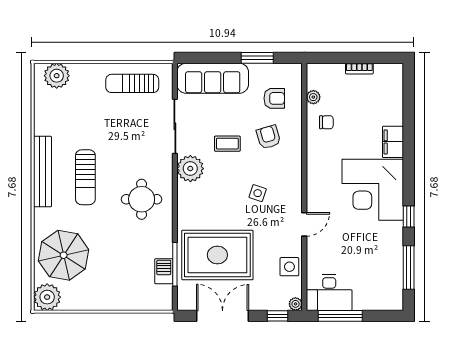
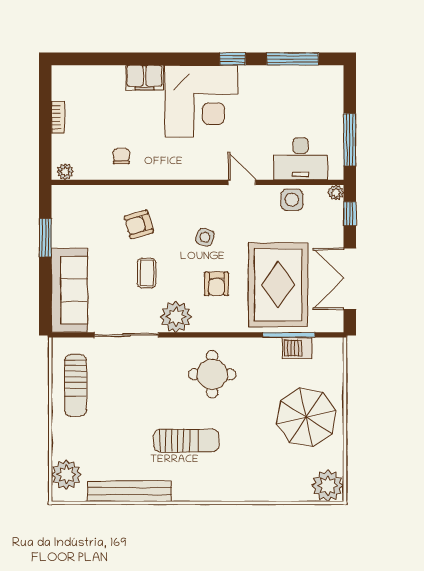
plant: (313, 97) -> (65, 172), moved
armchair: (274, 98) -> (216, 284), moved, turned 180
bench: (43, 172) -> (129, 491), moved
parasol: (64, 255) -> (306, 417), moved
desk: (329, 293) -> (301, 159), moved, turned 90

